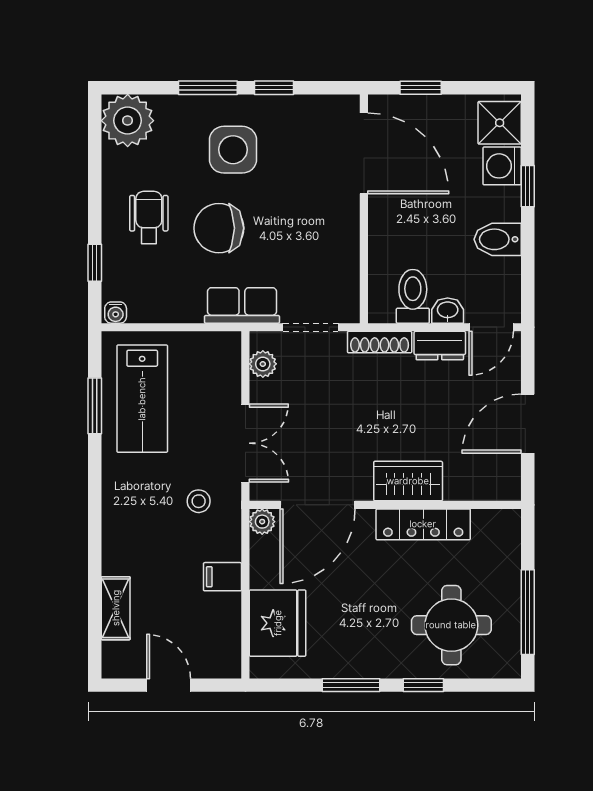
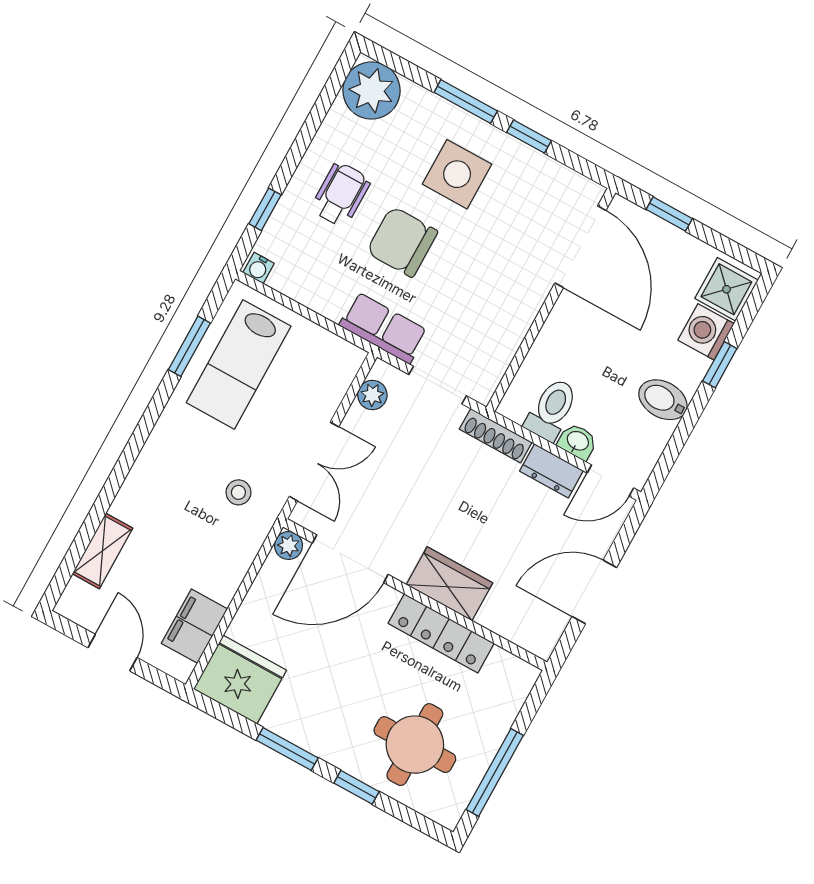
filing cabinet: (222, 577) -> (194, 626), moved, width x2.00
fridge: (278, 623) -> (240, 680), moved, turned -90

